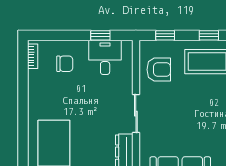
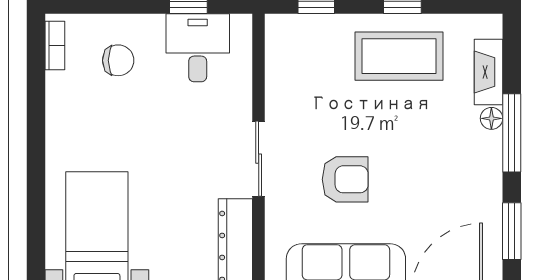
armchair: (159, 70) -> (345, 179), moved

